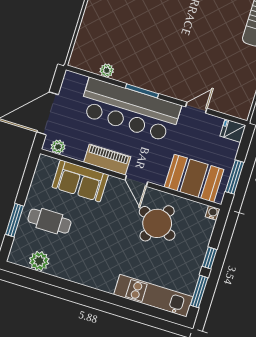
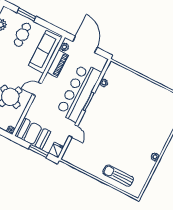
piano: (107, 159) -> (58, 64), moved
window: (235, 177) -> (38, 151), moved
booth: (194, 178) -> (33, 134), moved, turned 90
sofa: (80, 181) -> (45, 52), width x1.36

